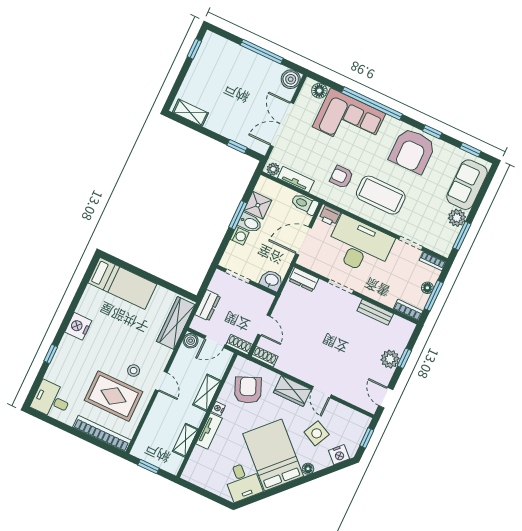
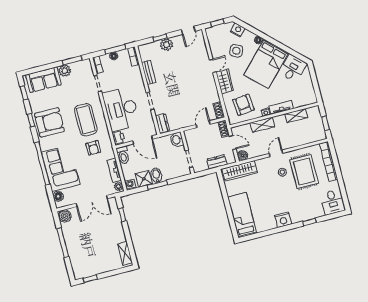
washing machine: (240, 236) -> (130, 185), moved
armchair: (248, 390) -> (243, 105), turned 107

